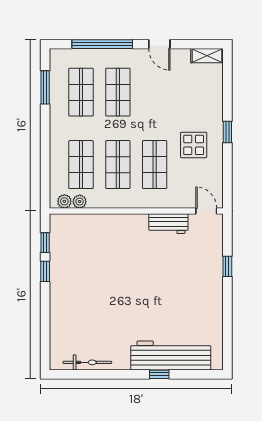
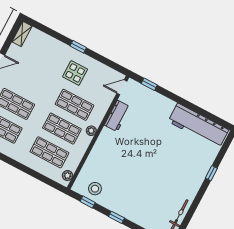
plant: (80, 202) -> (91, 131), moved
stool: (66, 243) -> (95, 189), added
window: (227, 266) -> (149, 84), moved
window: (45, 271) -> (117, 217), moved
workbench: (171, 355) -> (198, 126), moved, turned -90

